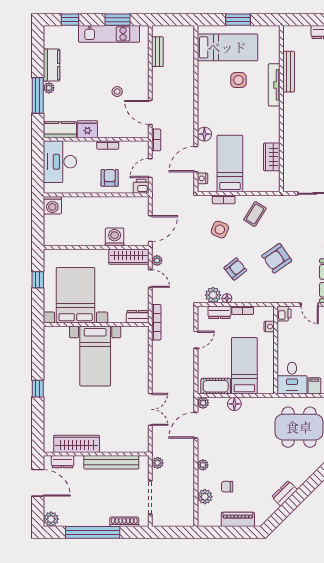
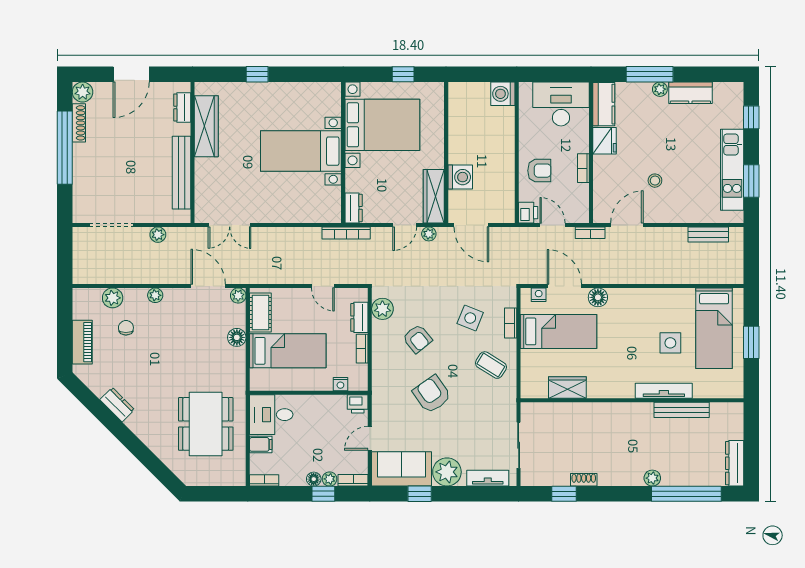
floor lamp: (227, 298) -> (378, 327), removed
wardrobe: (77, 444) -> (206, 126), moved
wall: (96, 454) -> (193, 152), moved
dresser: (63, 462) -> (182, 107), moved
bench: (111, 462) -> (182, 173), moved
shoe rack: (124, 522) -> (79, 123), moved

